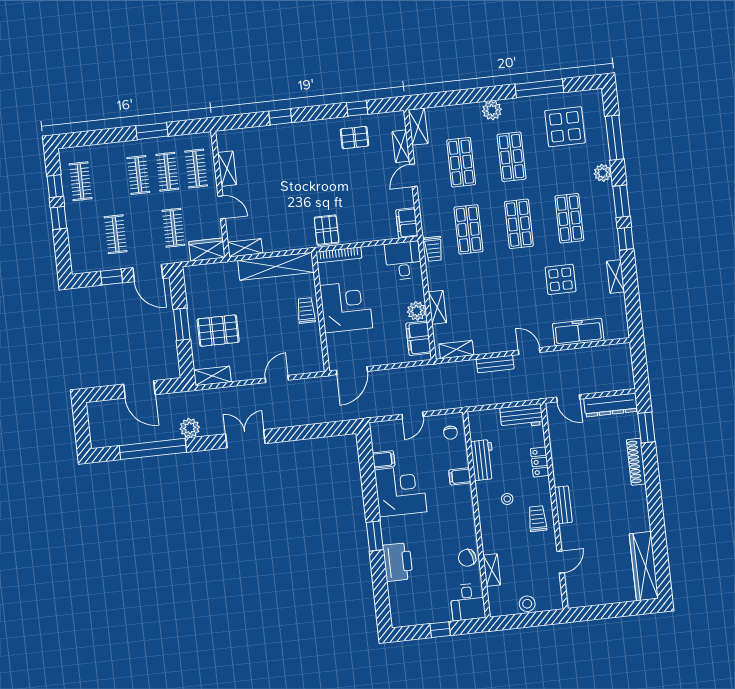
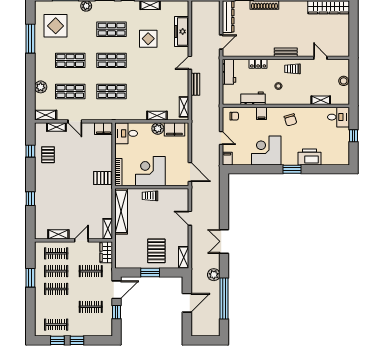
plant: (492, 110) -> (41, 87), moved
trolley: (434, 249) -> (121, 114), removed
filing cabinet: (384, 459) -> (227, 159), moved
chair: (467, 558) -> (290, 120), moved

